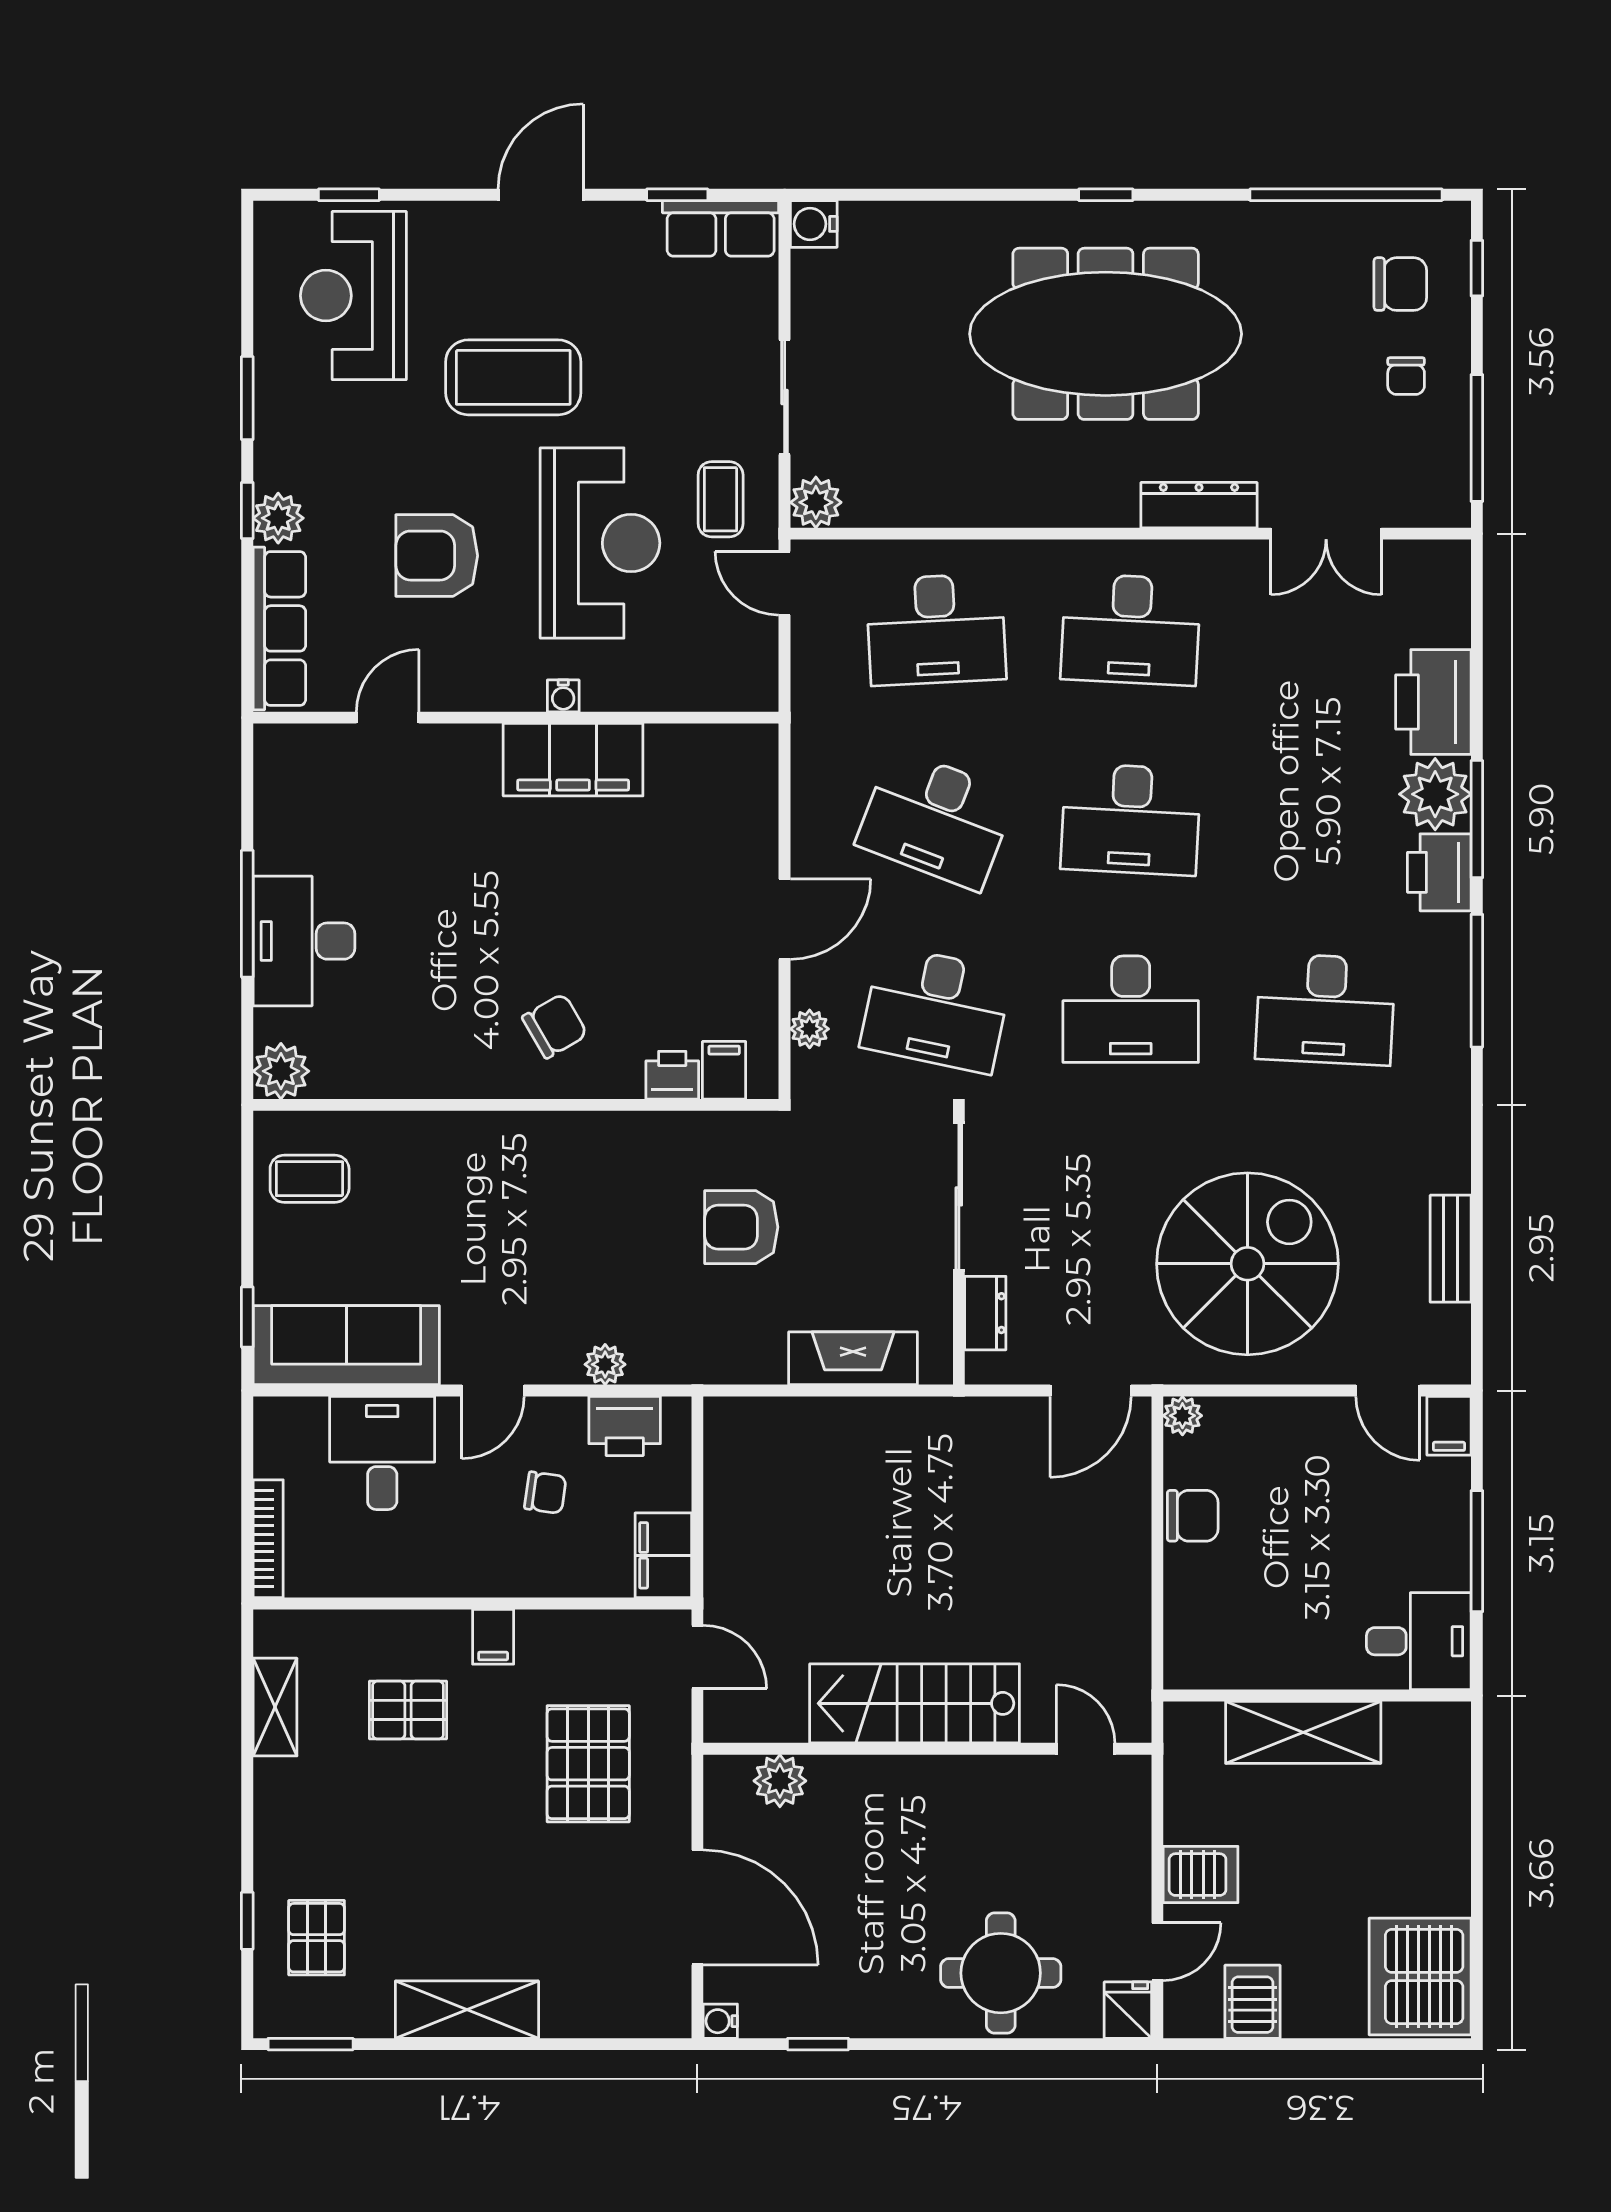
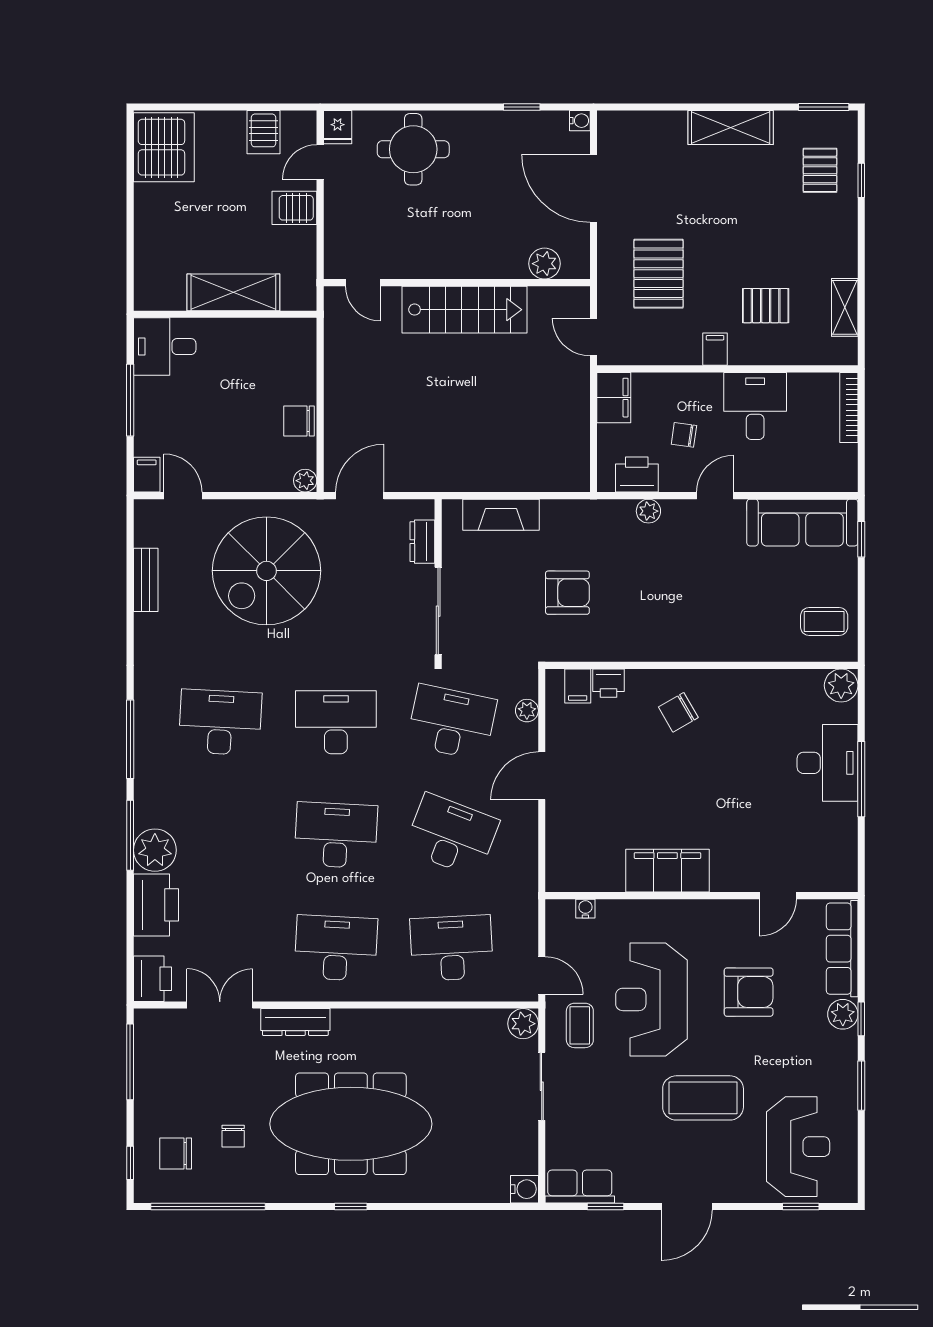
chair: (1406, 376) -> (233, 1136), moved, turned 180
water cooler: (563, 696) -> (585, 909), moved
printer: (1439, 872) -> (153, 979), moved
desk: (382, 1453) -> (755, 406), moved, turned 180

